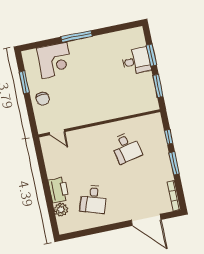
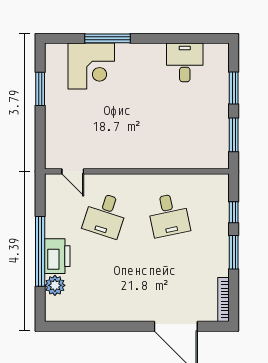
window: (77, 37) -> (107, 38), moved
desk: (136, 61) -> (185, 62), moved, turned -90
chair: (43, 99) -> (62, 118), removed
window: (47, 189) -> (40, 251), added
desk: (93, 199) -> (105, 215), moved

